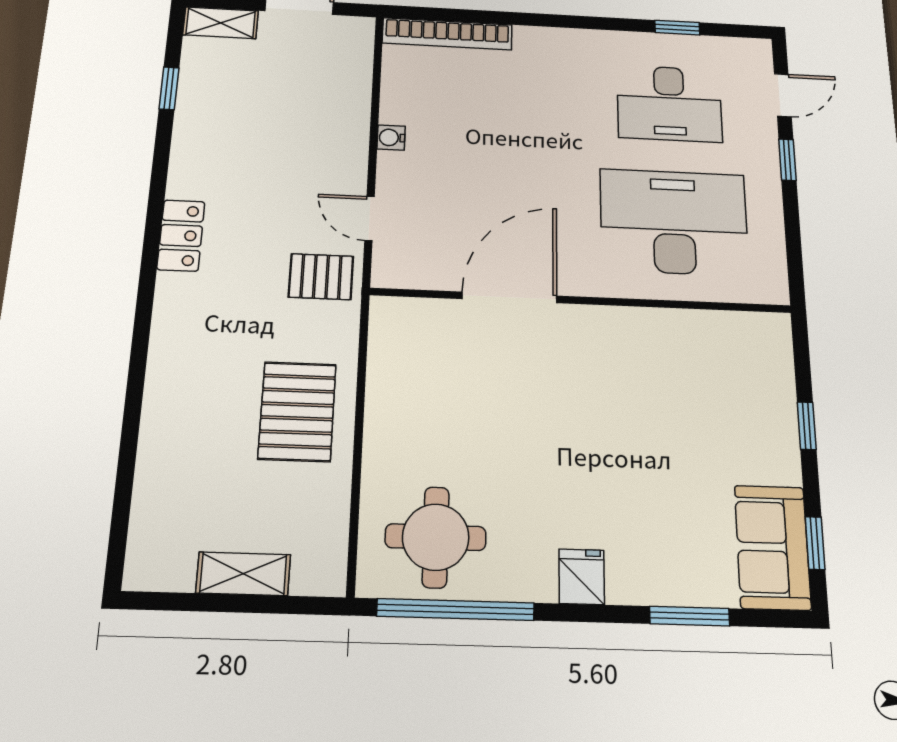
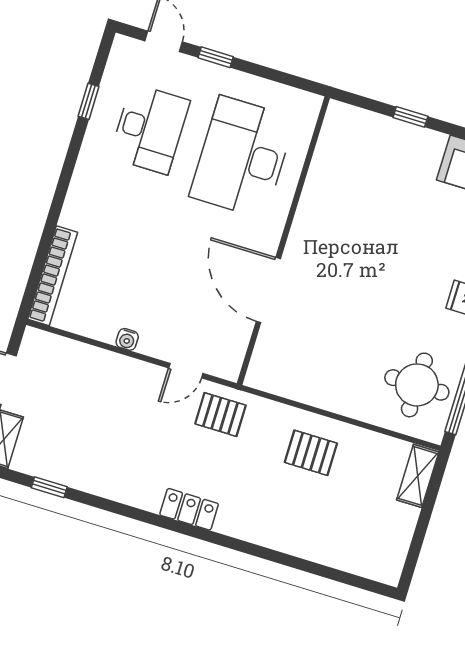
locker: (181, 235) -> (189, 509), moved
pallet: (321, 277) -> (220, 415), turned 90
pallet: (297, 411) -> (311, 453), width x0.67, depth x0.71
shelving: (243, 574) -> (418, 476), moved

